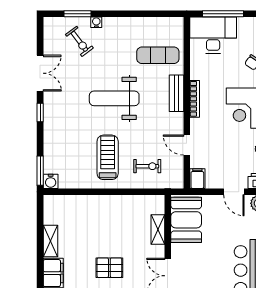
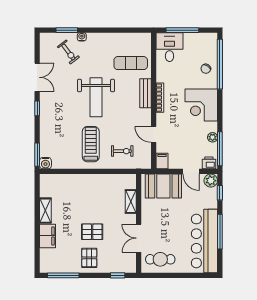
desk: (213, 35) -> (170, 47), width x0.73
weight bench: (114, 98) -> (96, 97), turned -90
booth: (186, 220) -> (163, 186), moved, turned 90

